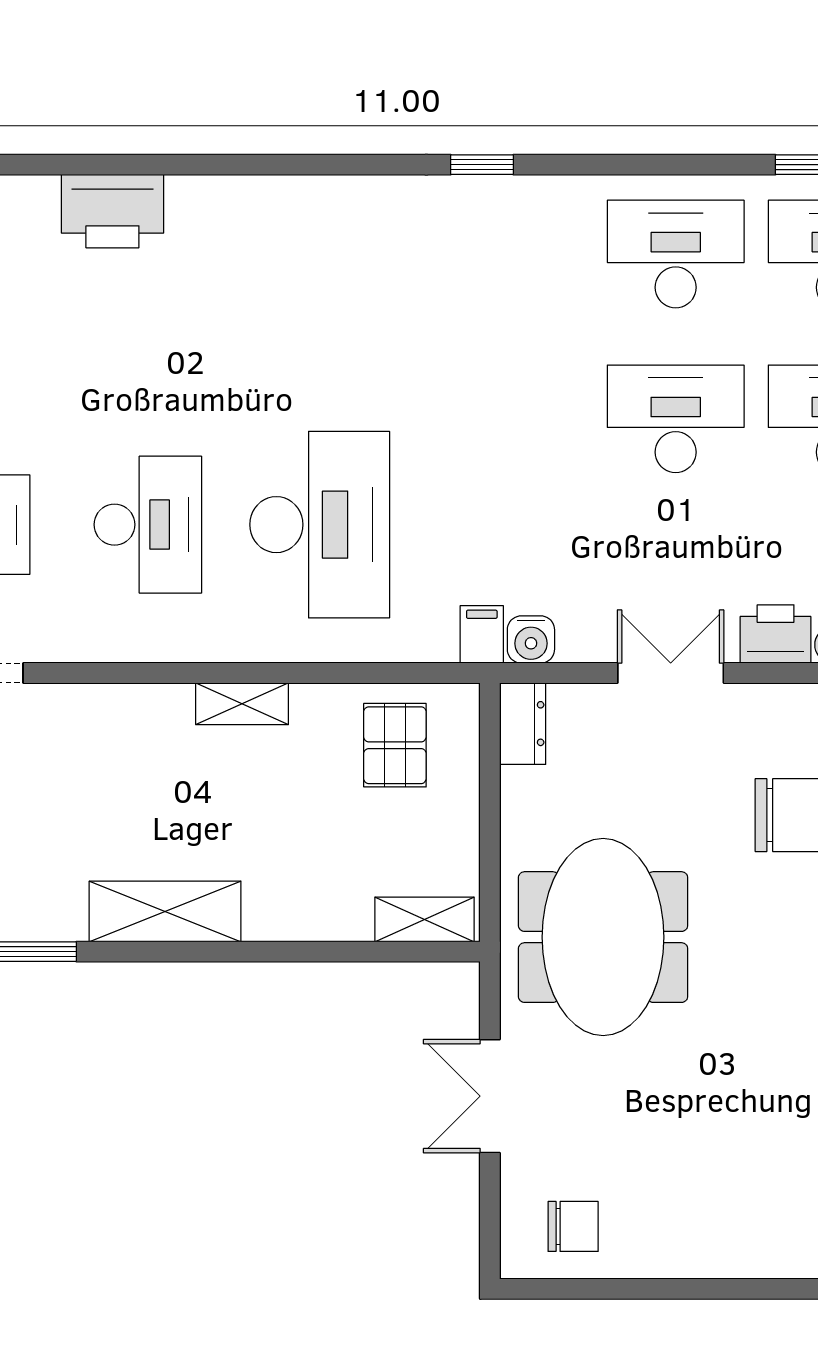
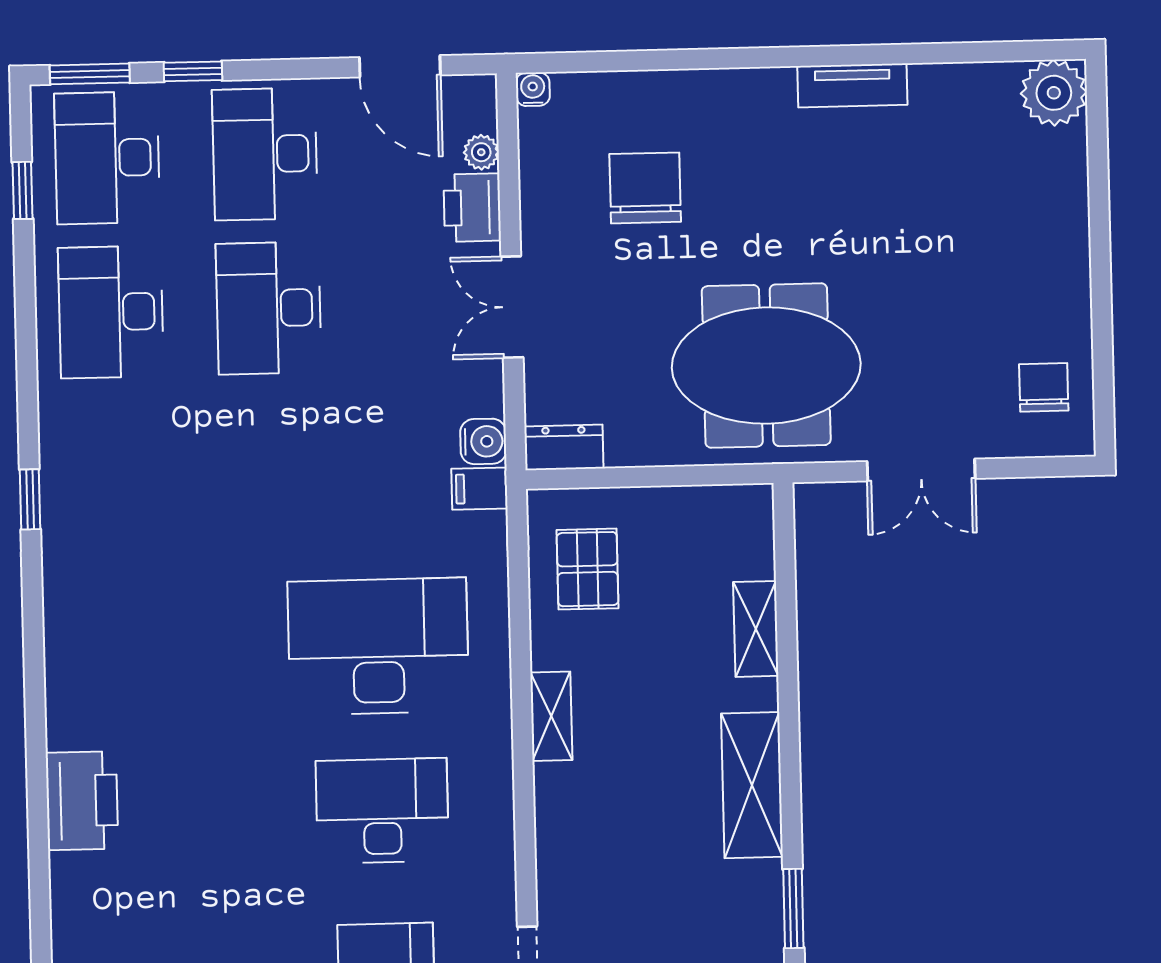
printer: (112, 211) -> (82, 801), moved
pallet: (395, 745) -> (588, 569), turned 90
shelving: (424, 919) -> (756, 629), moved

